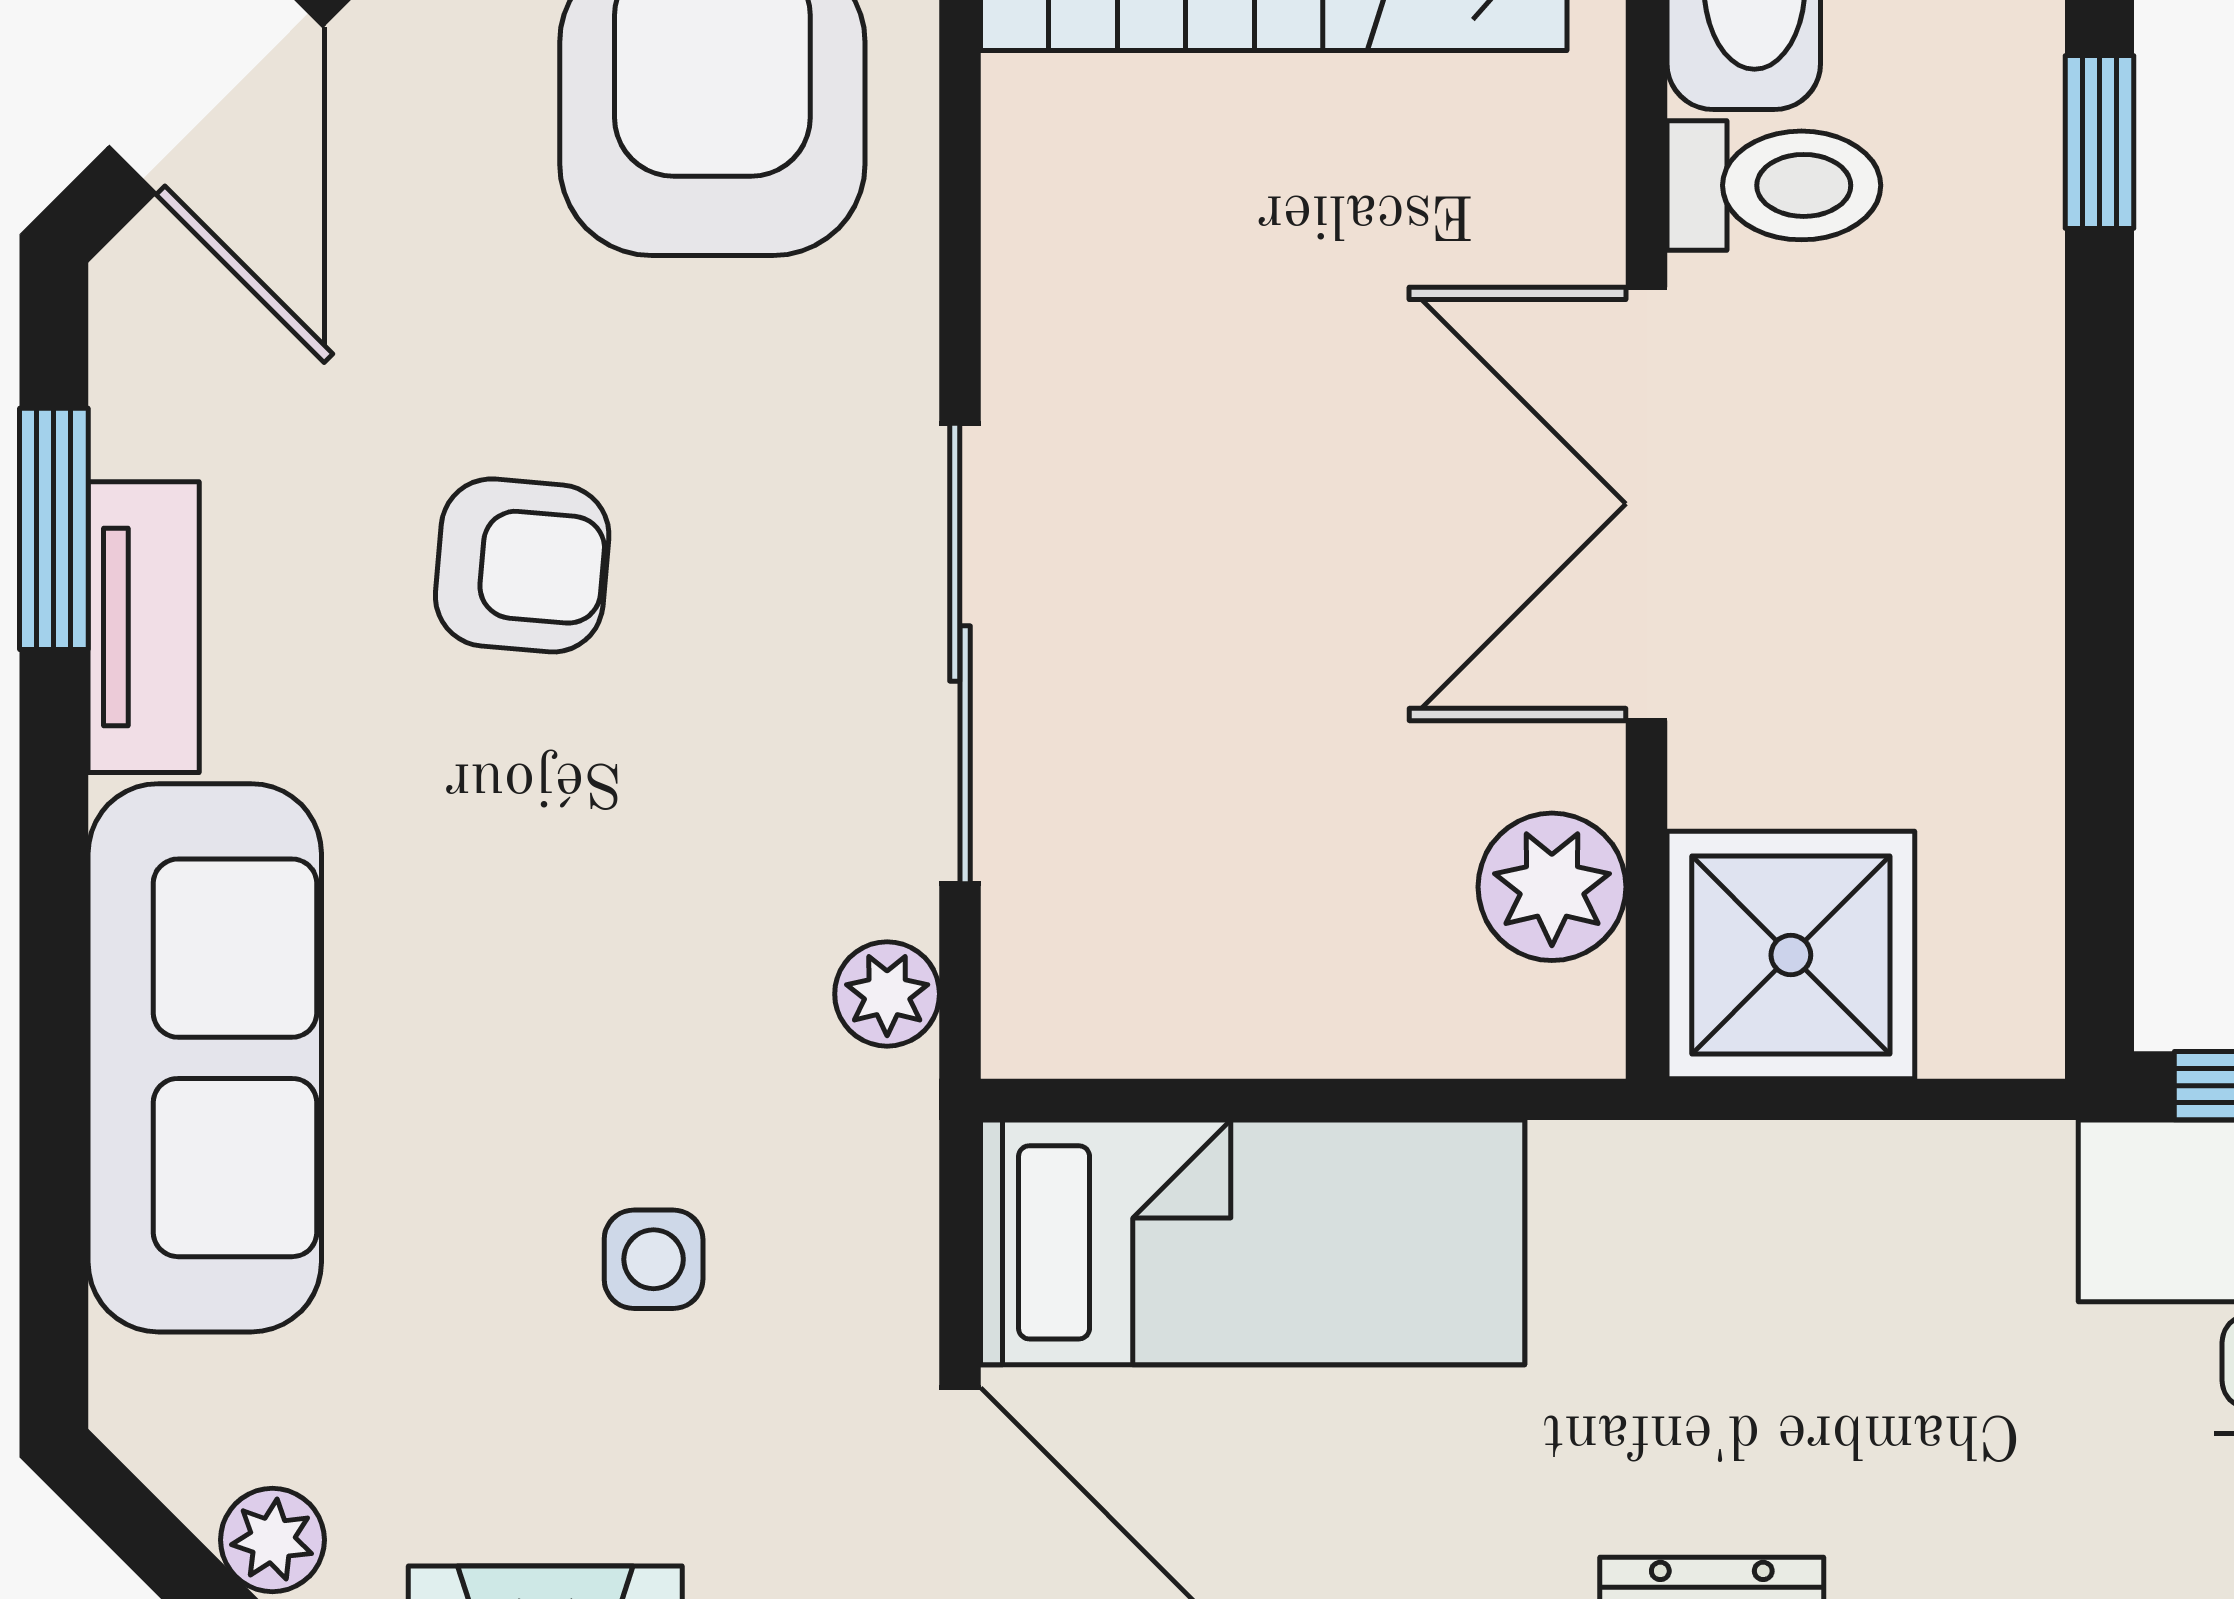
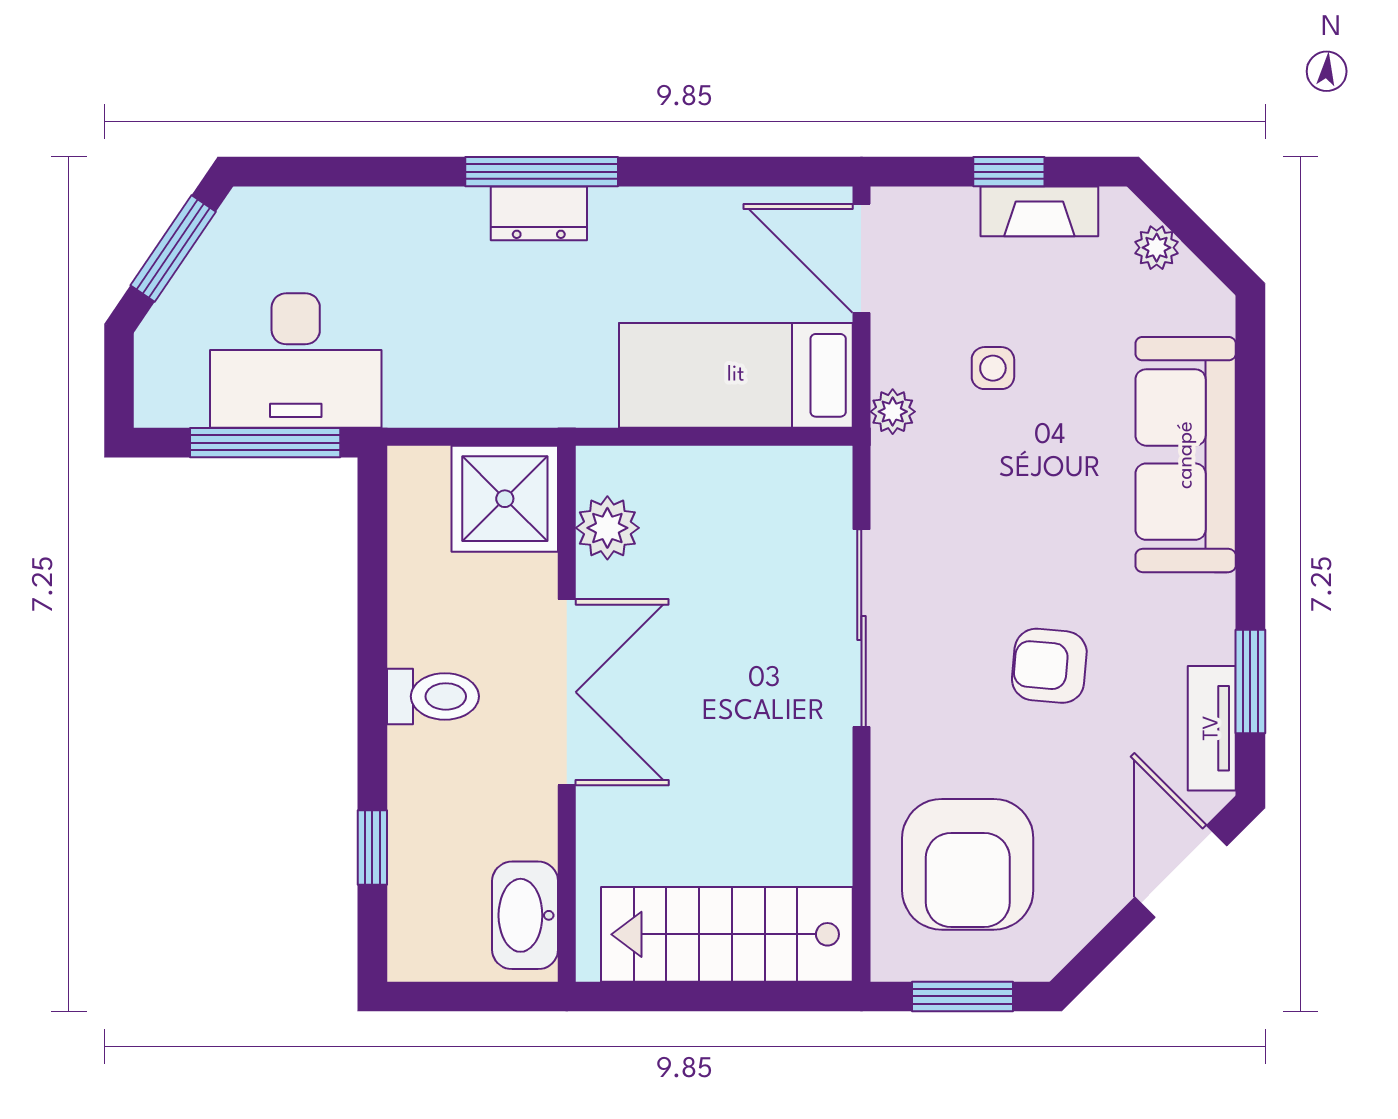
toilet: (1774, 185) -> (433, 696), moved, turned 180
tv unit: (144, 627) -> (1212, 728), moved
plant: (887, 994) -> (893, 412), moved

